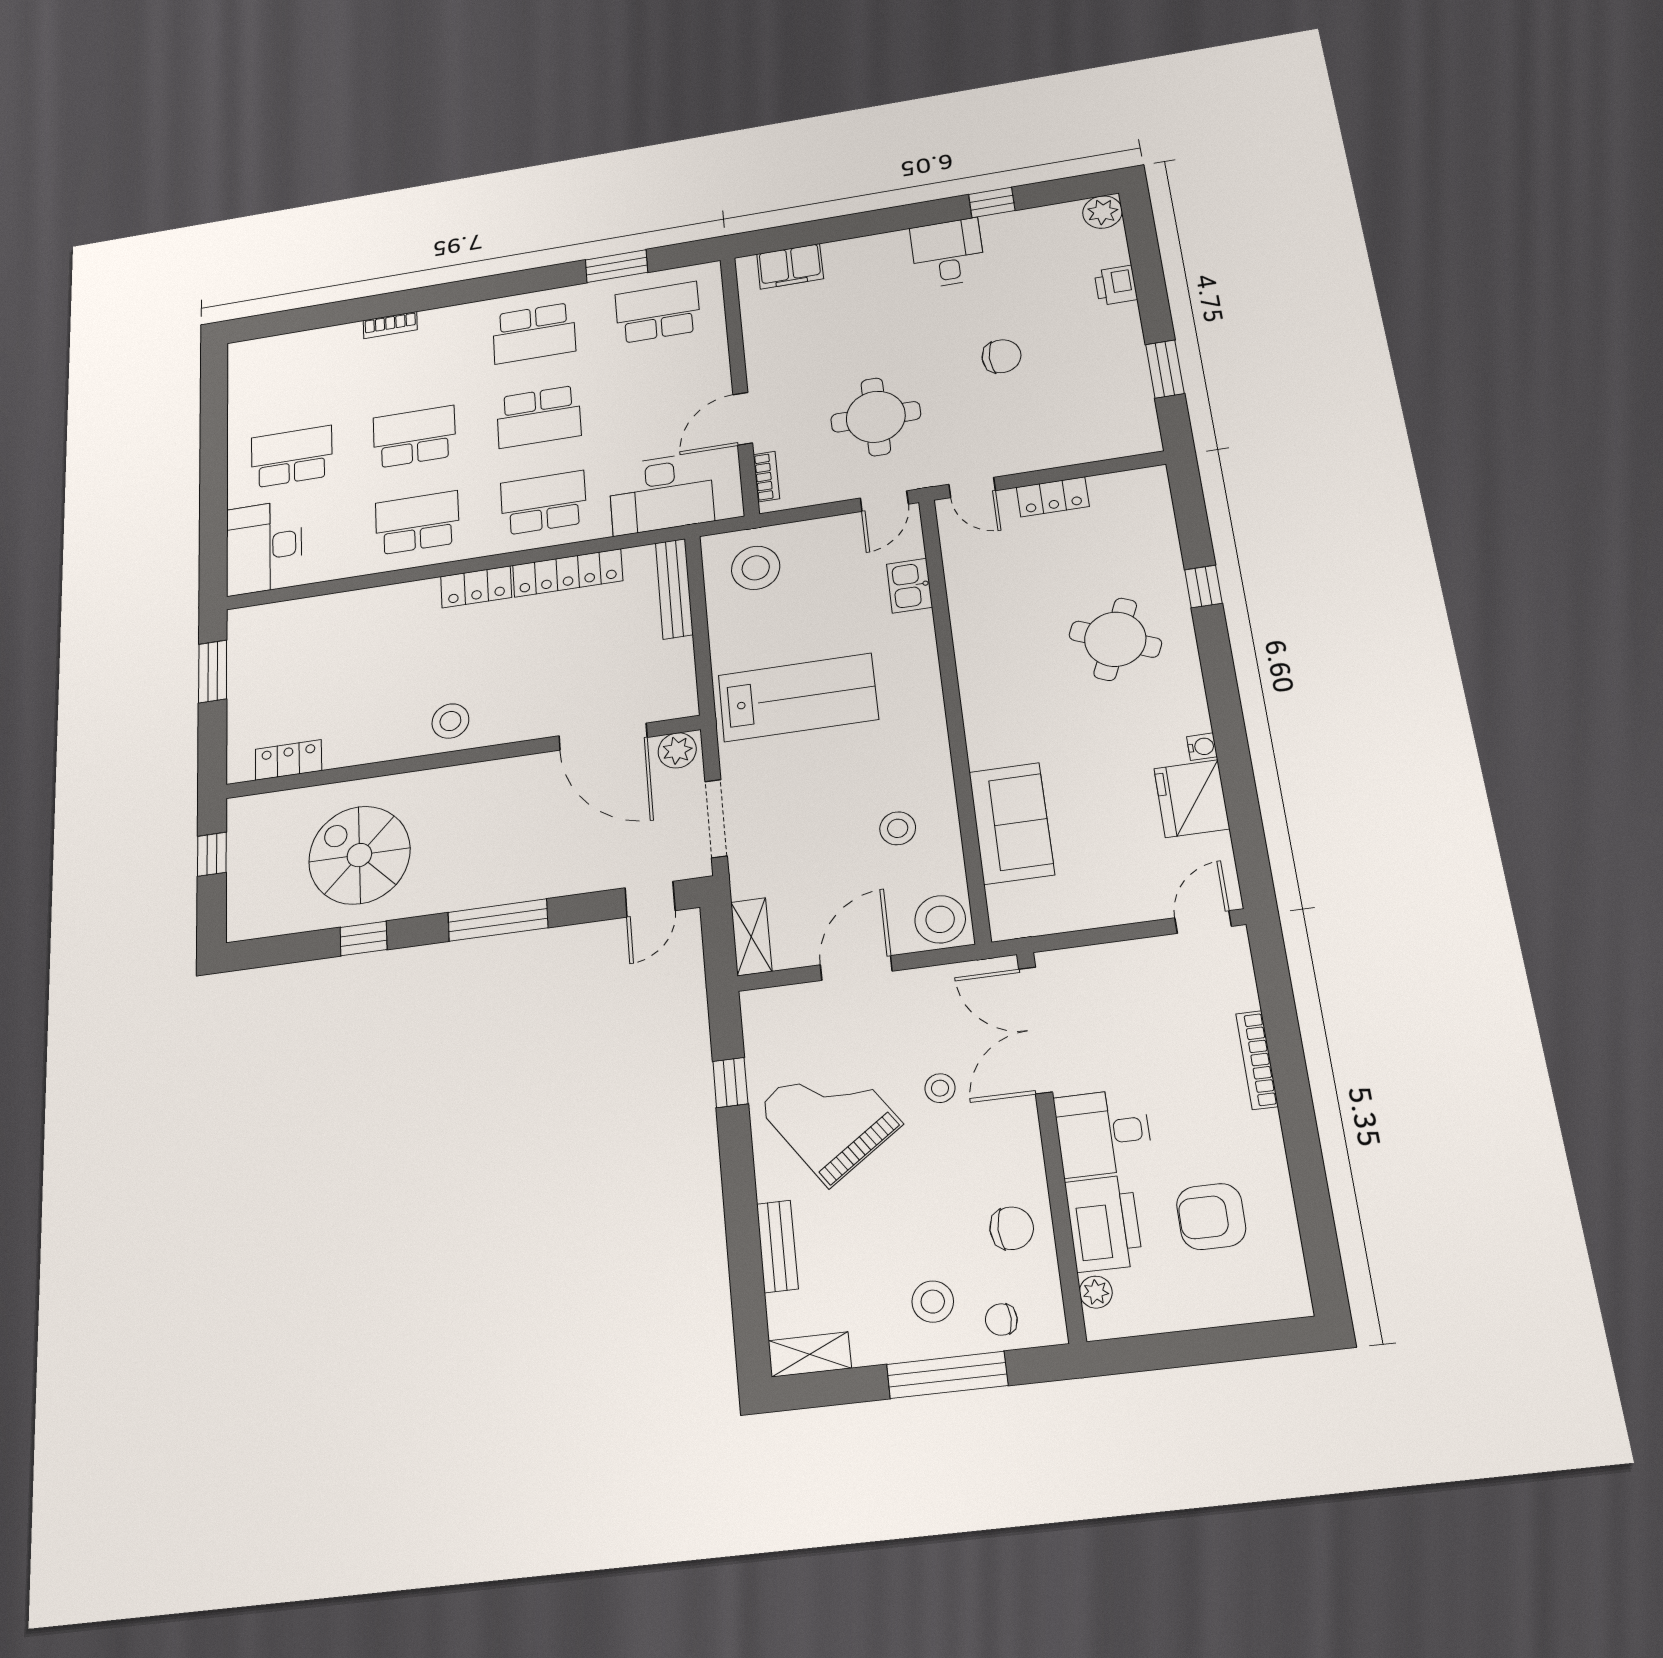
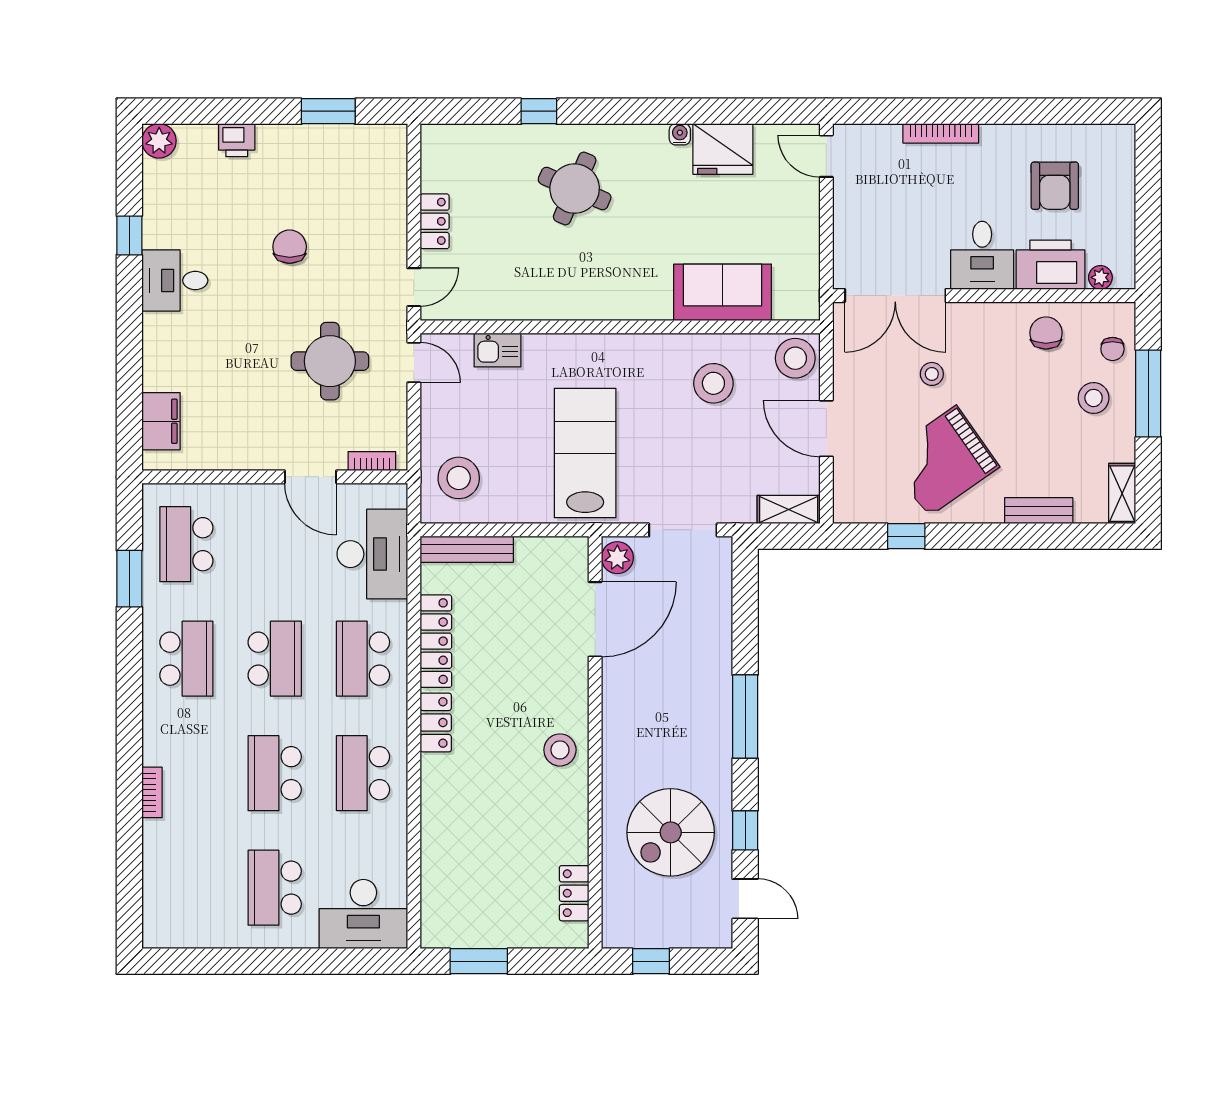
stool: (898, 828) -> (713, 383), width x1.38, depth x1.38
door: (650, 899) -> (745, 899), moved

